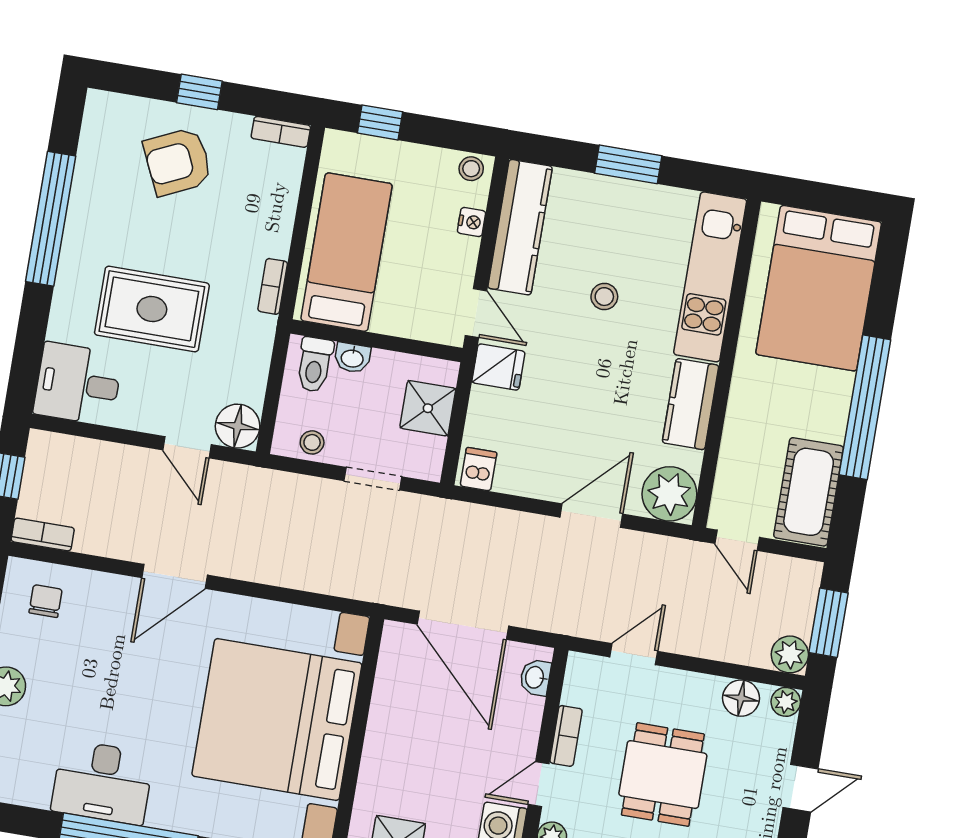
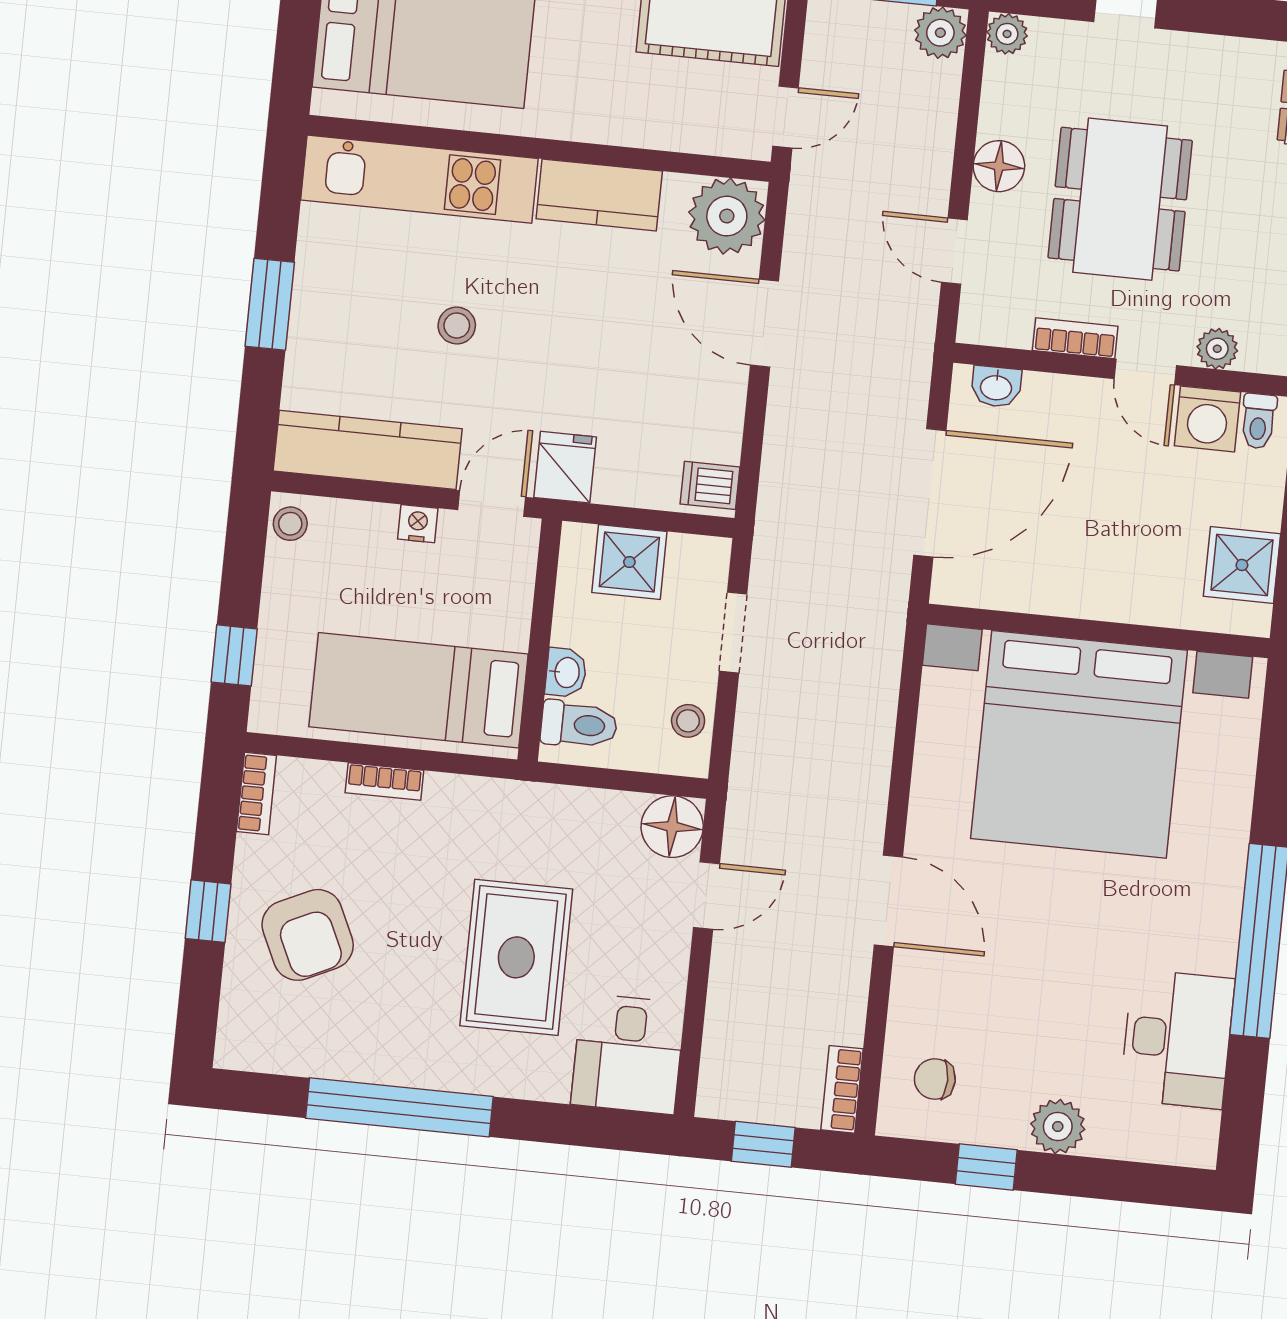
nightstand: (471, 222) -> (418, 524), moved
bookcase: (273, 286) -> (384, 782), moved
floor lamp: (741, 698) -> (999, 166), moved
dining table: (663, 775) -> (1120, 199), width x1.38
desk: (102, 782) -> (1177, 1039), moved

